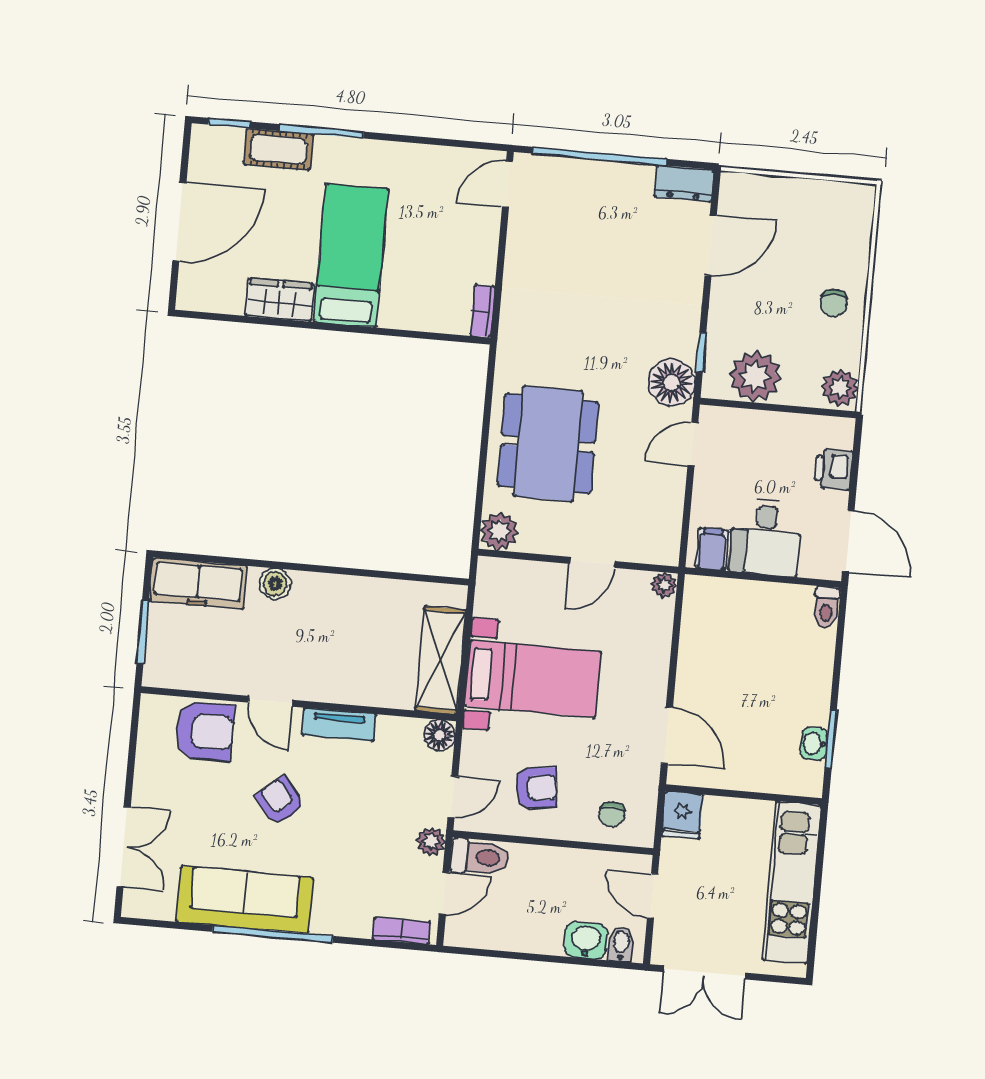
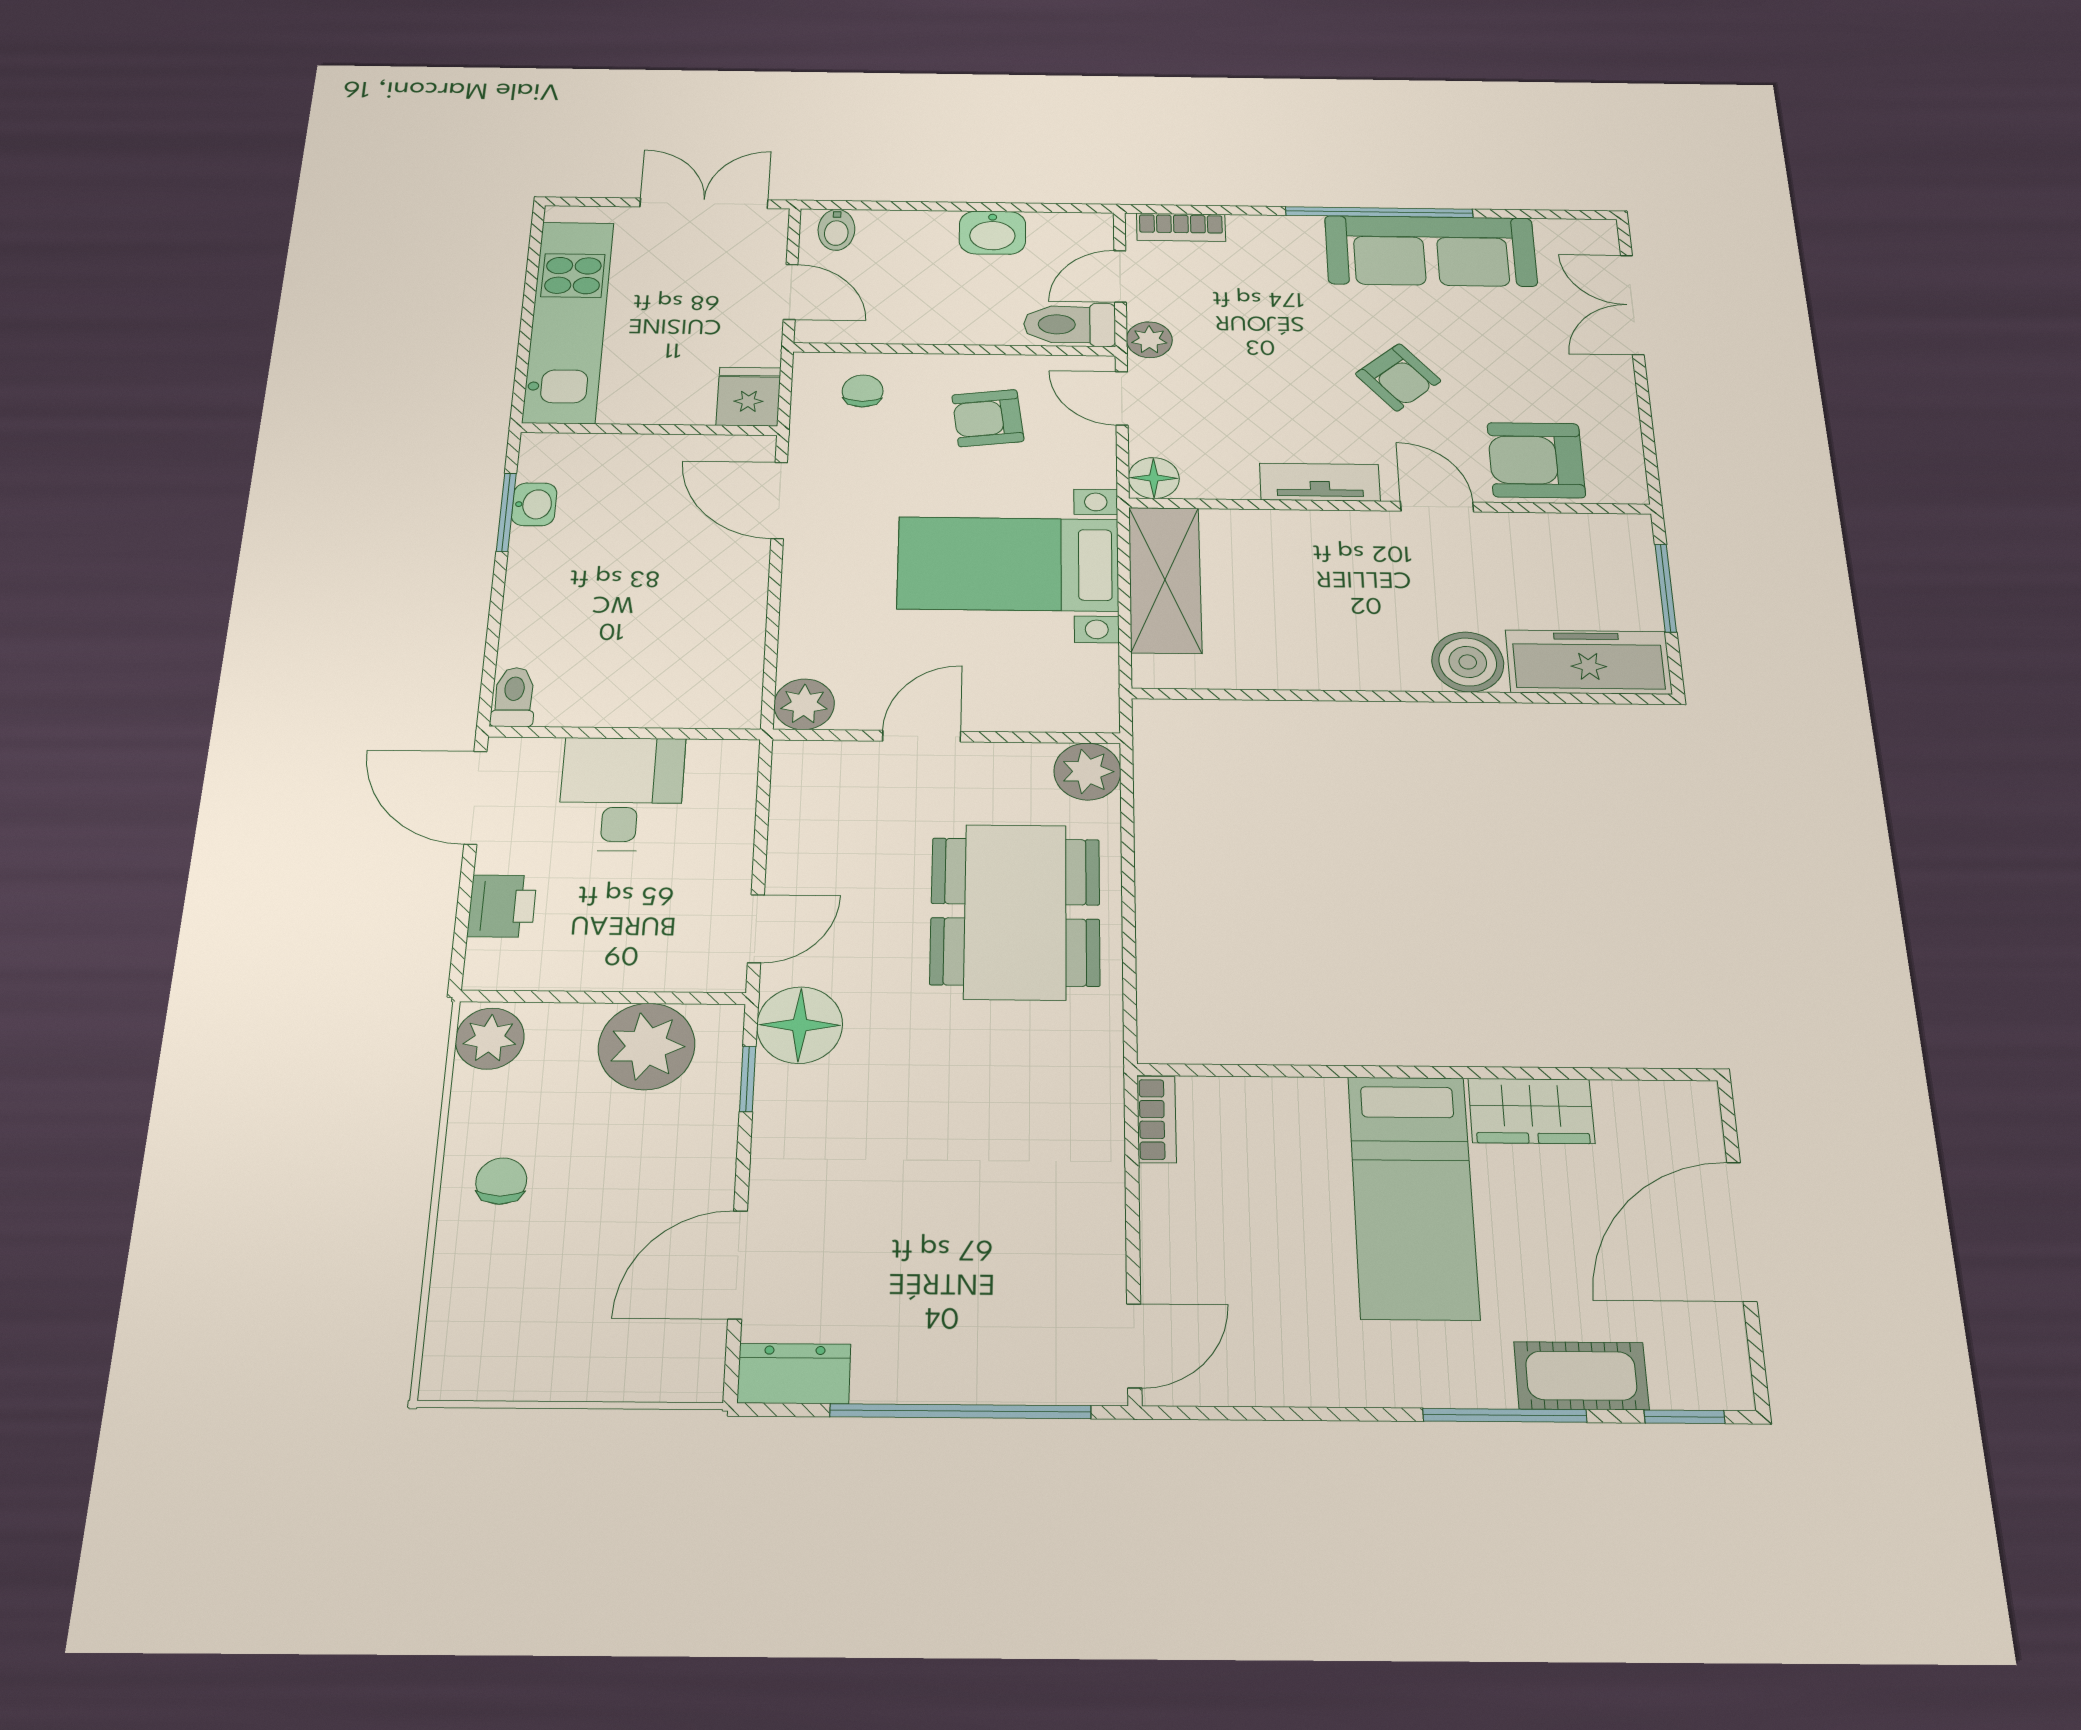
filing cabinet: (712, 549) -> (715, 769), removed
boiler: (275, 584) -> (1468, 662), width x1.36, depth x1.36
plant: (664, 585) -> (804, 704), width x1.38, depth x1.38
door: (453, 797) -> (1122, 398), hinge flipped
washbasin: (586, 941) -> (992, 233), moved

